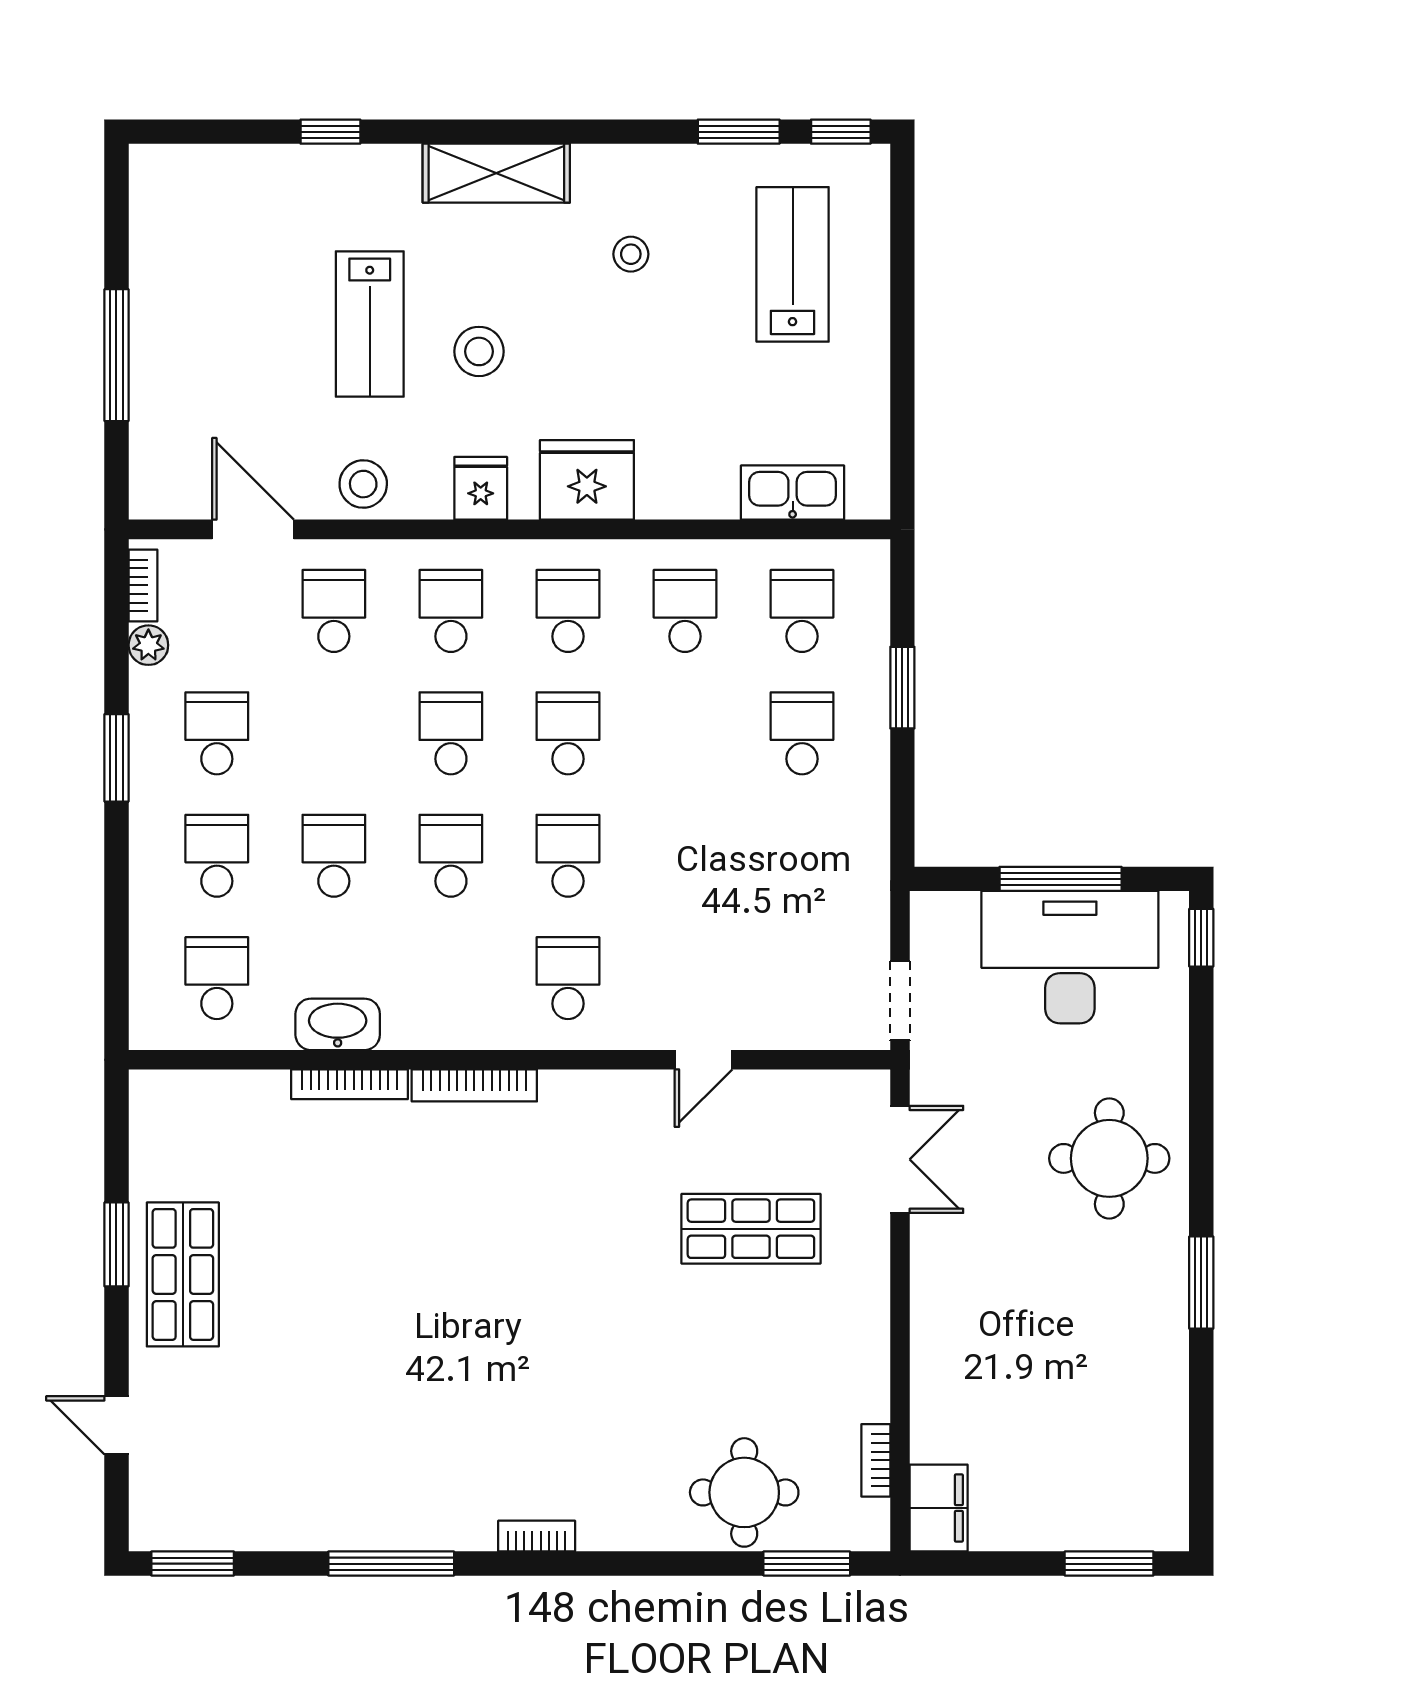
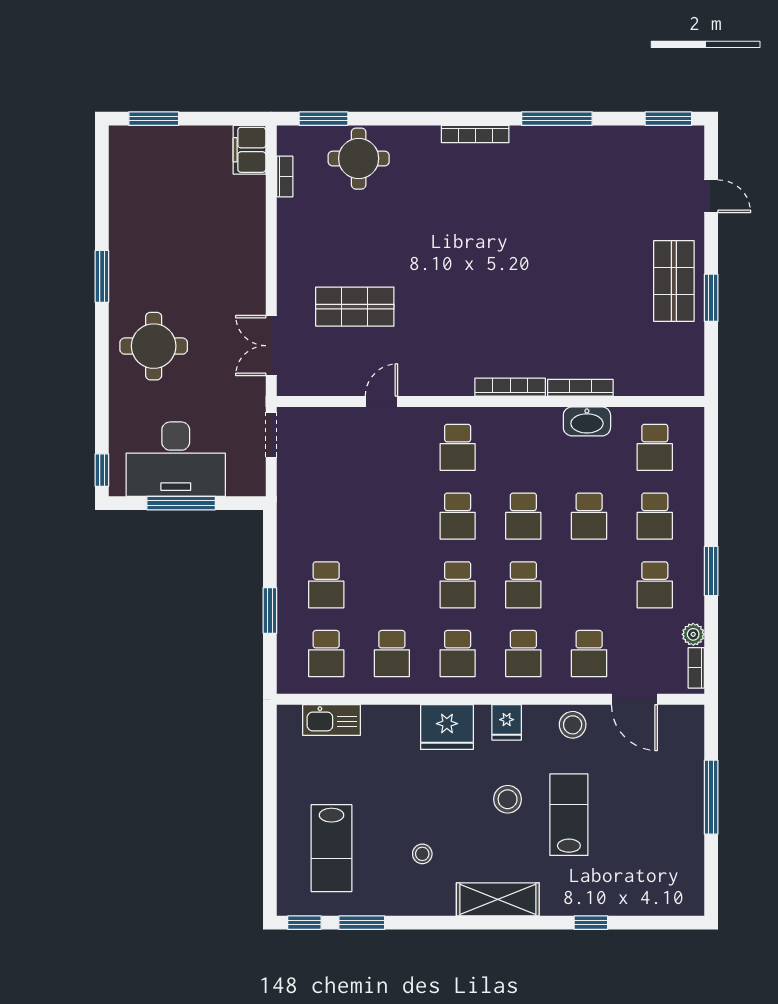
bookcase: (537, 1536) -> (475, 134), width x1.56

